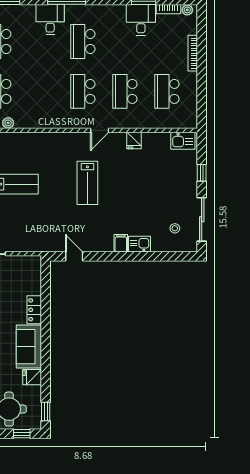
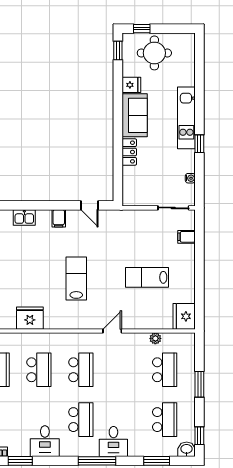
desk: (141, 20) -> (45, 441), moved
door: (100, 130) -> (112, 331), moved
fridge: (134, 140) -> (30, 318), width x1.88, depth x1.34
filing cabinet: (121, 243) -> (59, 218), moved

